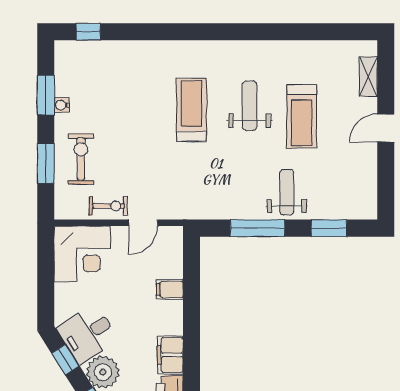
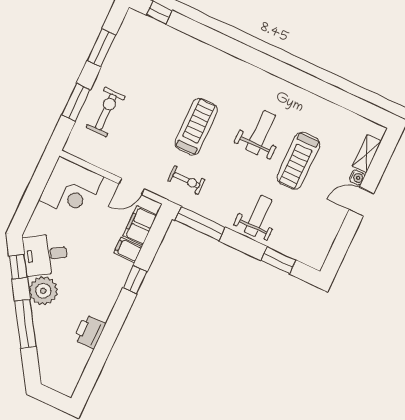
water cooler: (62, 105) -> (357, 178), moved, turned 180
treadmill: (192, 110) -> (196, 127), moved
exercise bike: (108, 206) -> (186, 180), moved
window: (257, 228) -> (200, 224), moved
window: (191, 317) -> (135, 280), added
filing cabinet: (170, 355) -> (140, 225), moved

